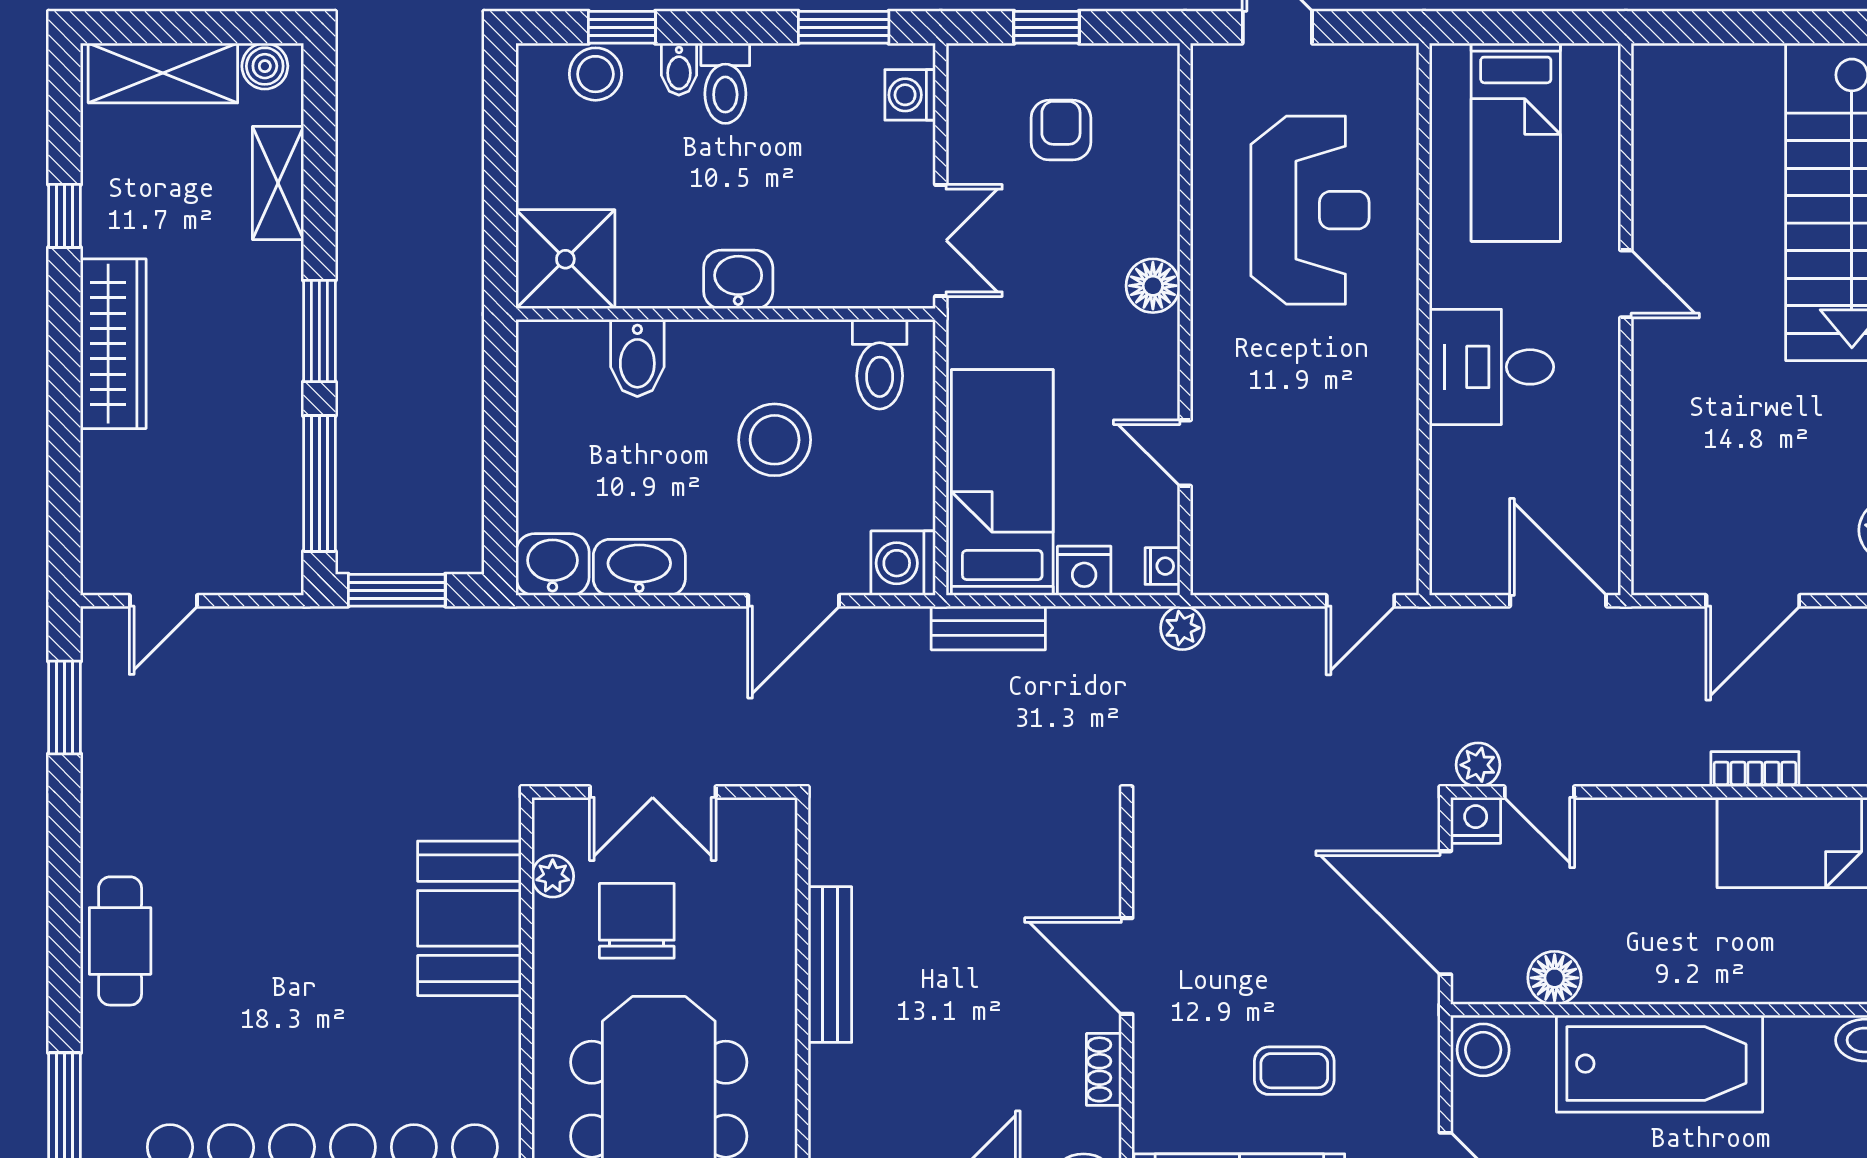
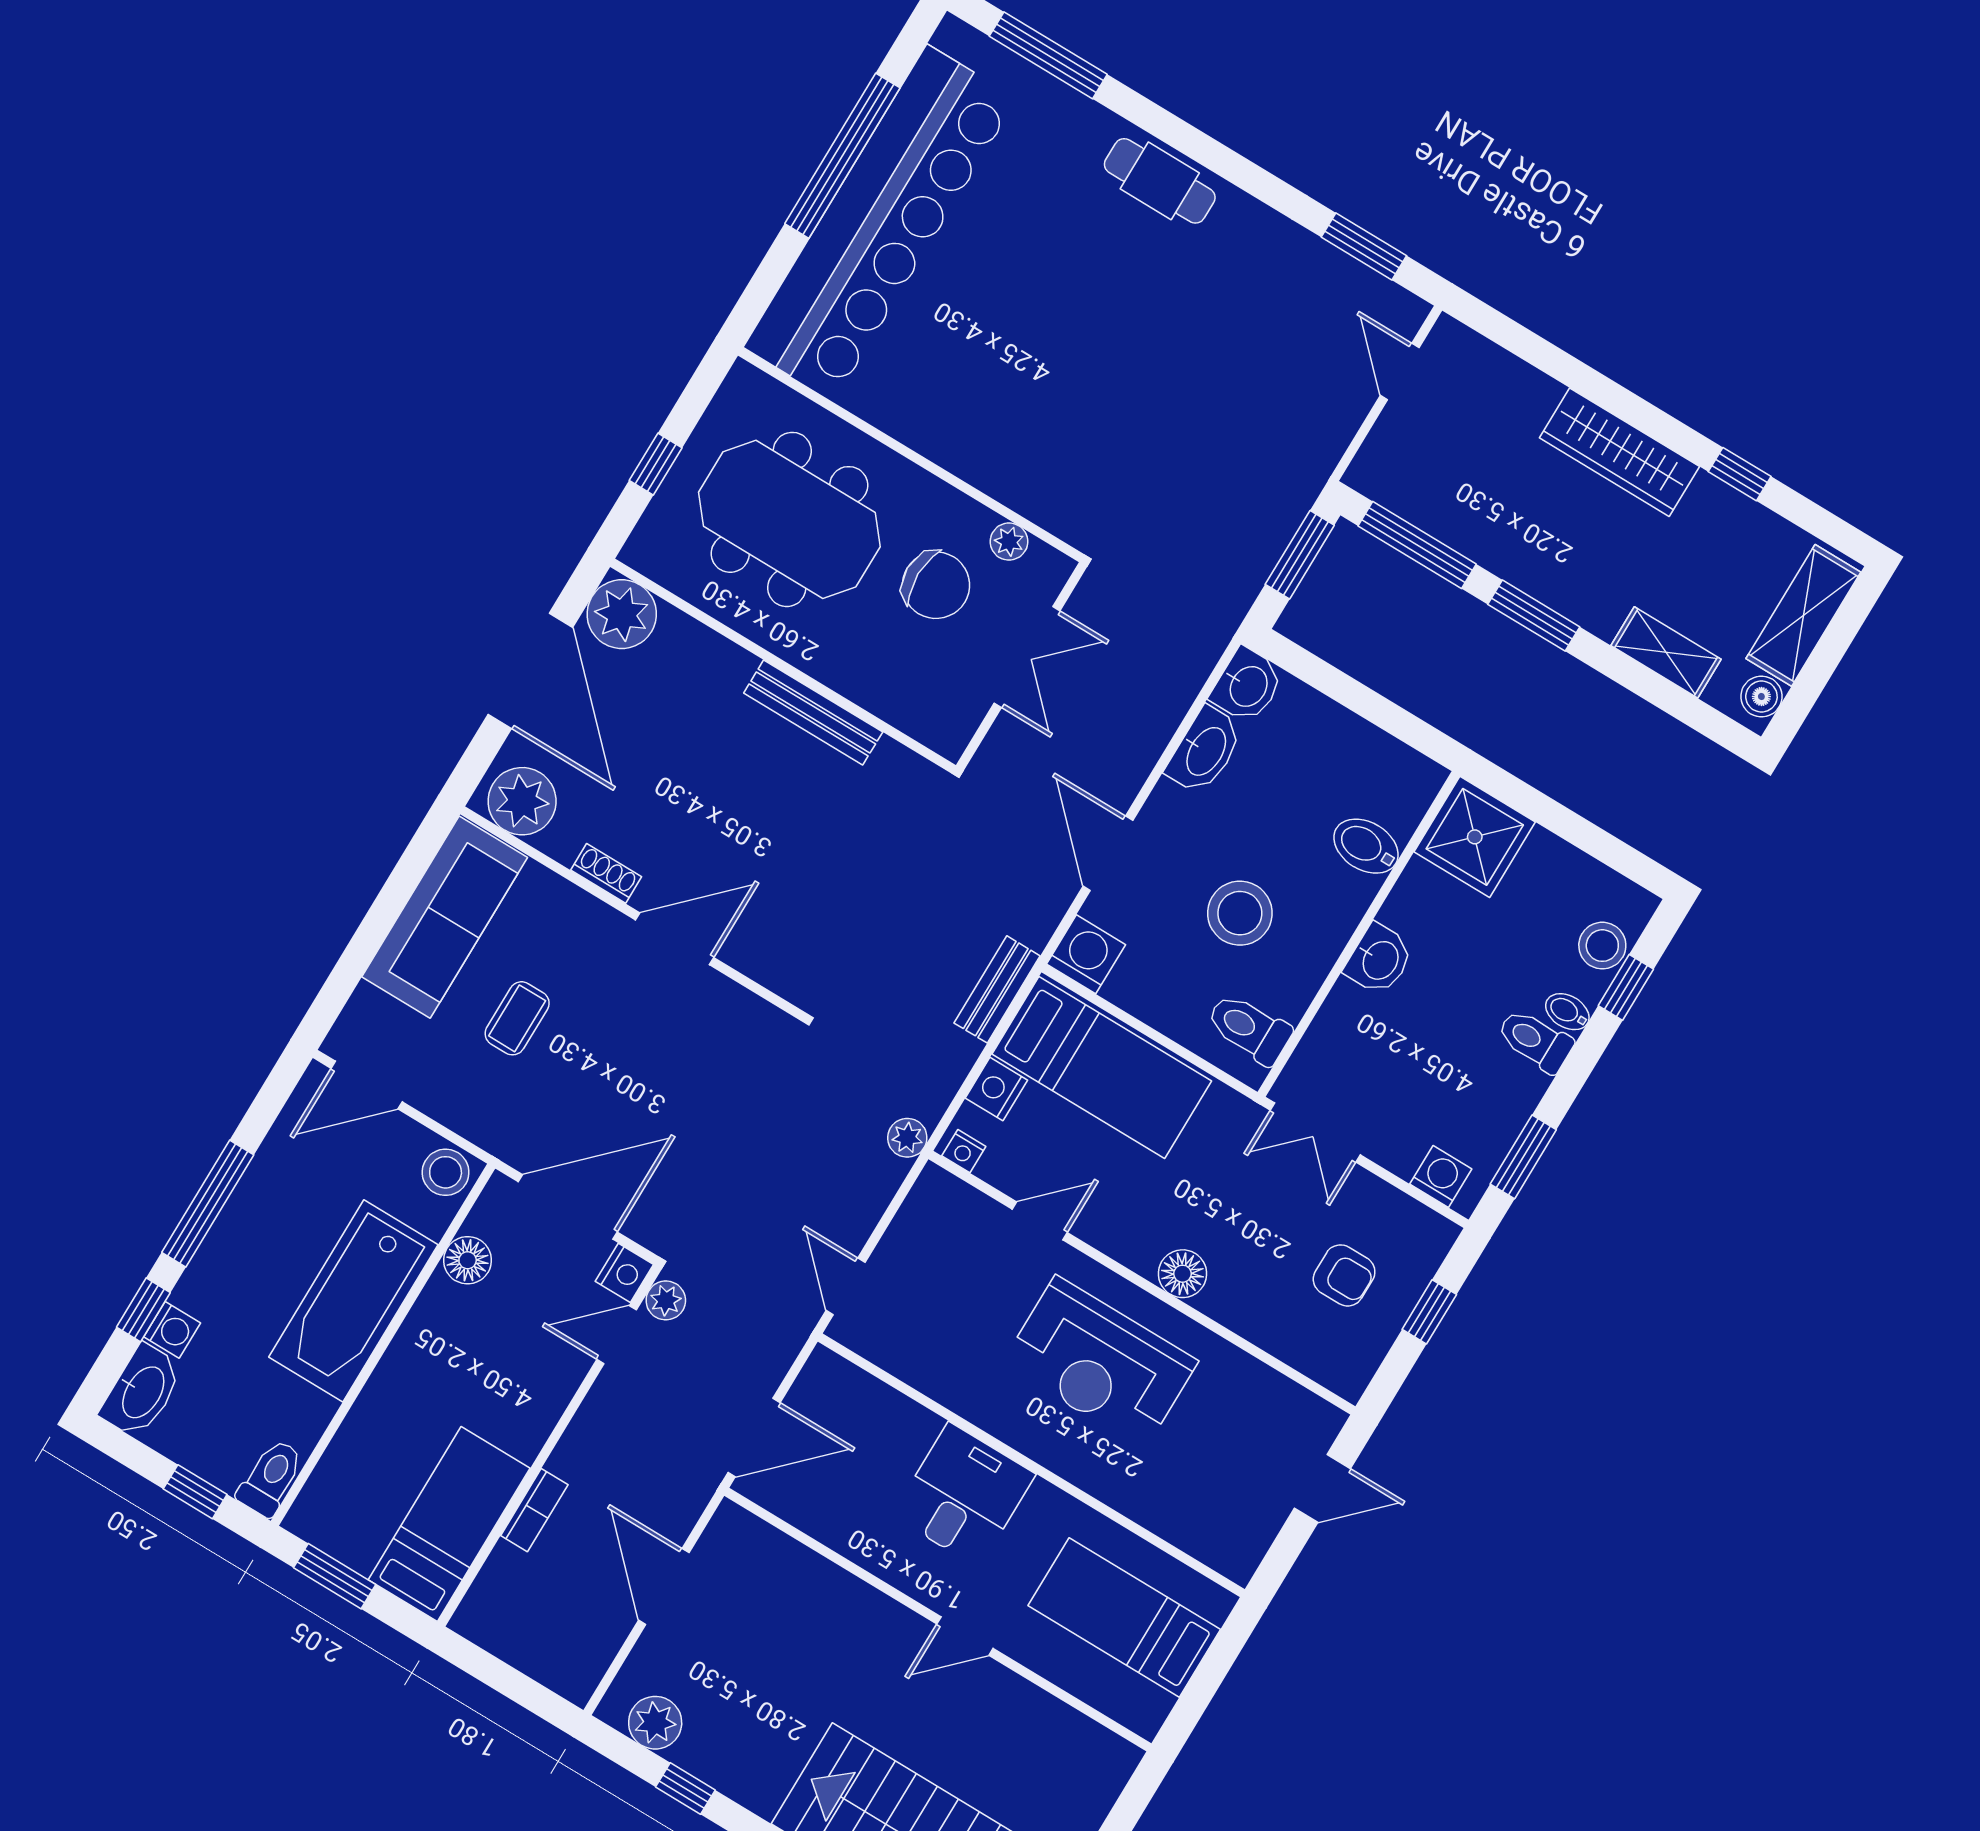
reception desk: (1310, 210) -> (1100, 1363), moved
double door: (653, 792) -> (1027, 657), swing flipped
booth: (469, 918) -> (1015, 458), removed

